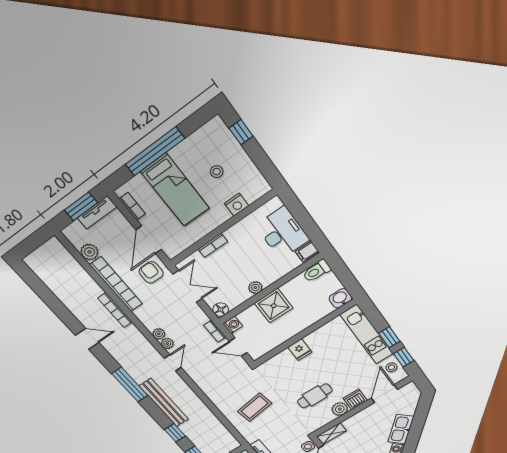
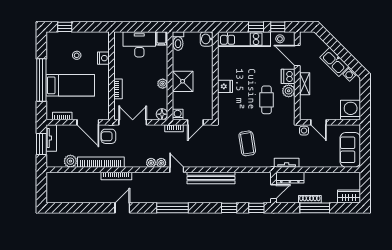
bench: (164, 403) -> (211, 178), moved
shelving: (332, 434) -> (305, 84), moved

